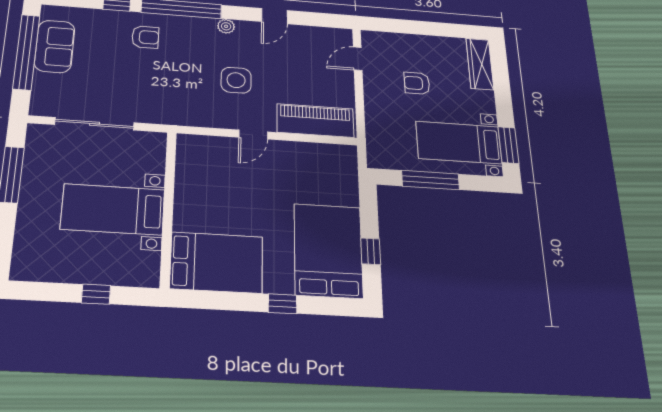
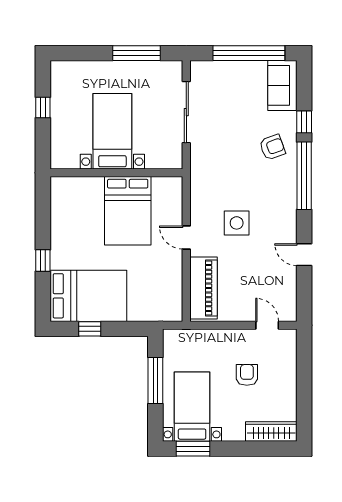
plant: (226, 26) -> (290, 214), removed
armchair: (145, 37) -> (272, 147), turned -110
sofa: (55, 46) -> (282, 85), moved, turned 90
bed: (217, 262) -> (128, 211), moved
window: (96, 294) -> (43, 108), moved

